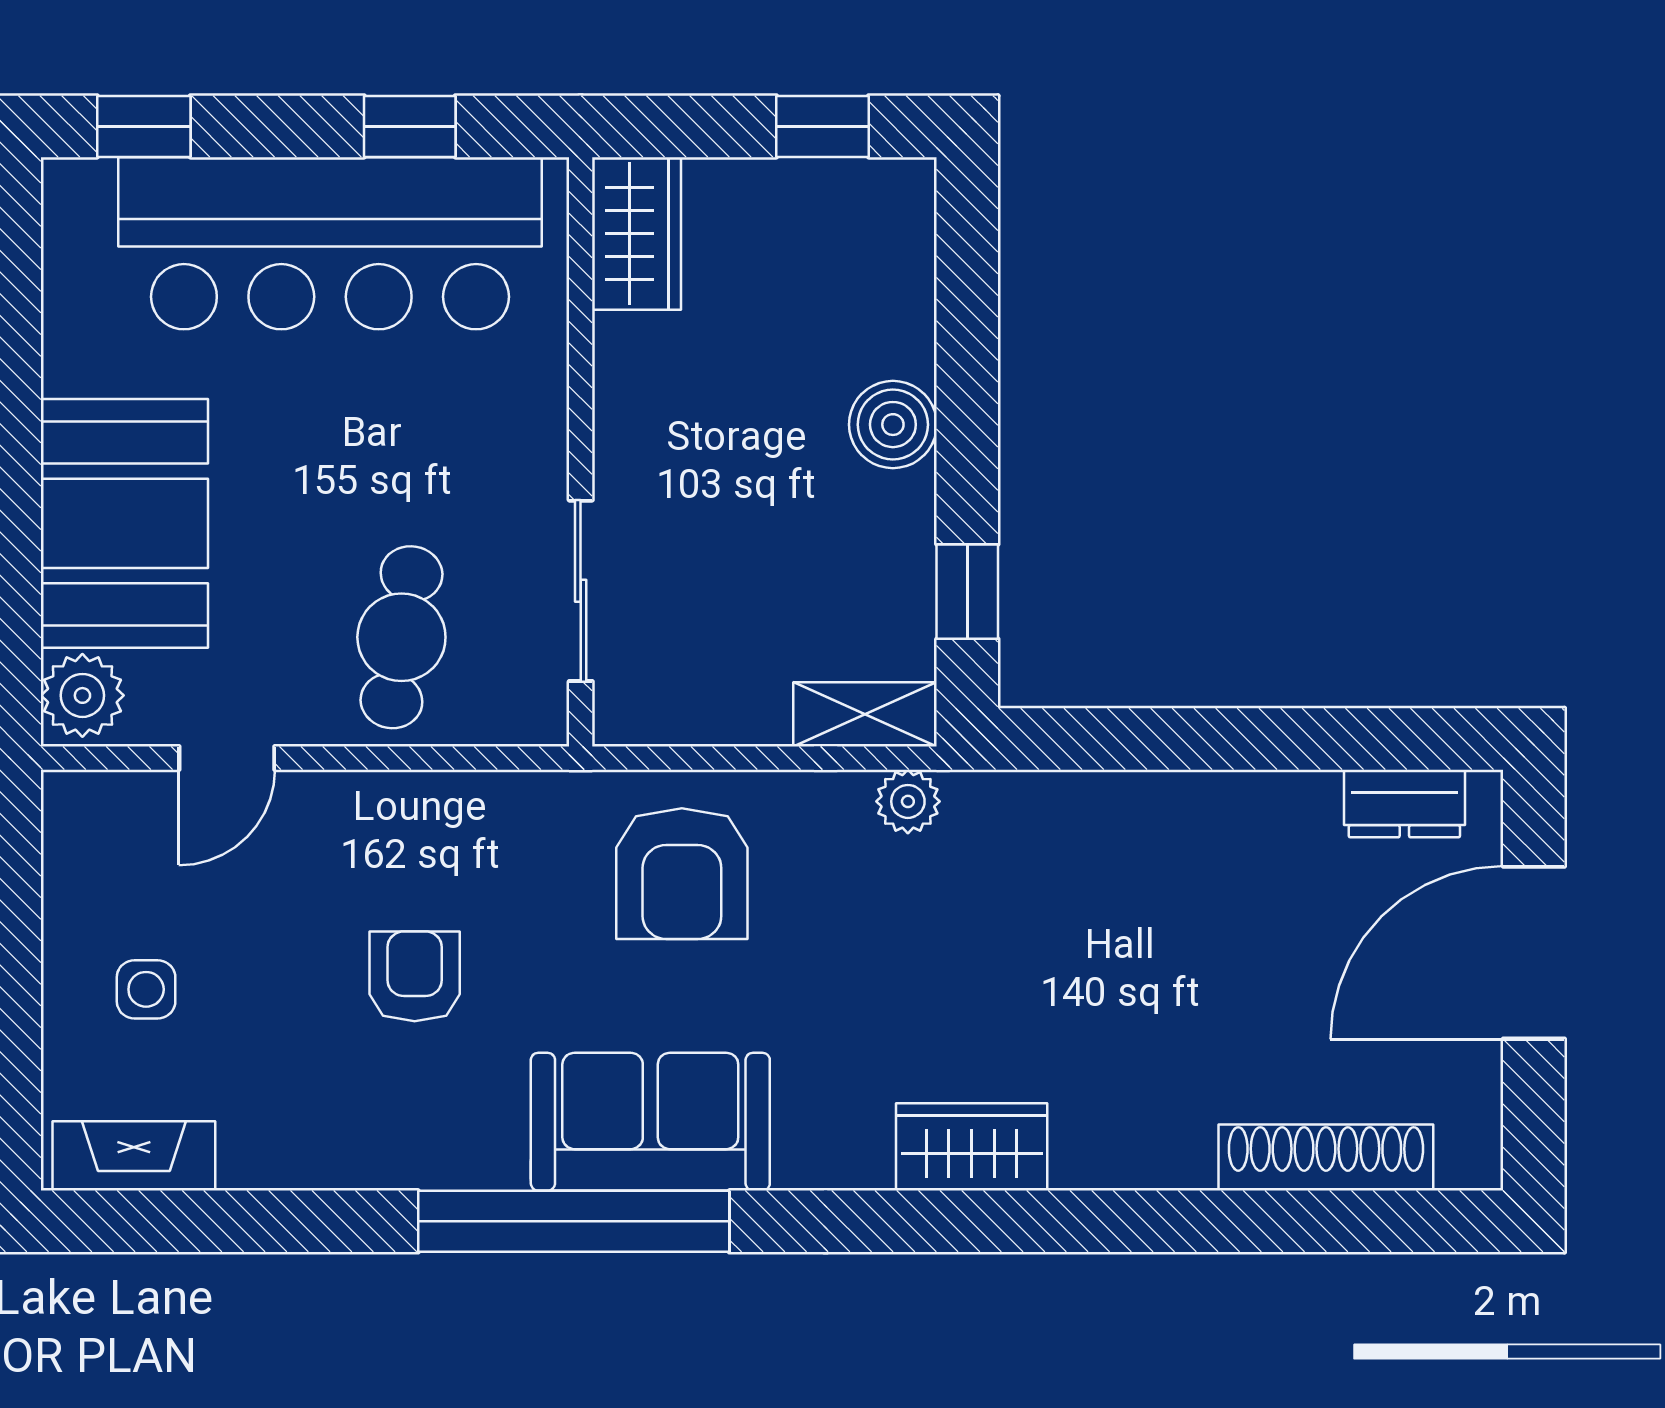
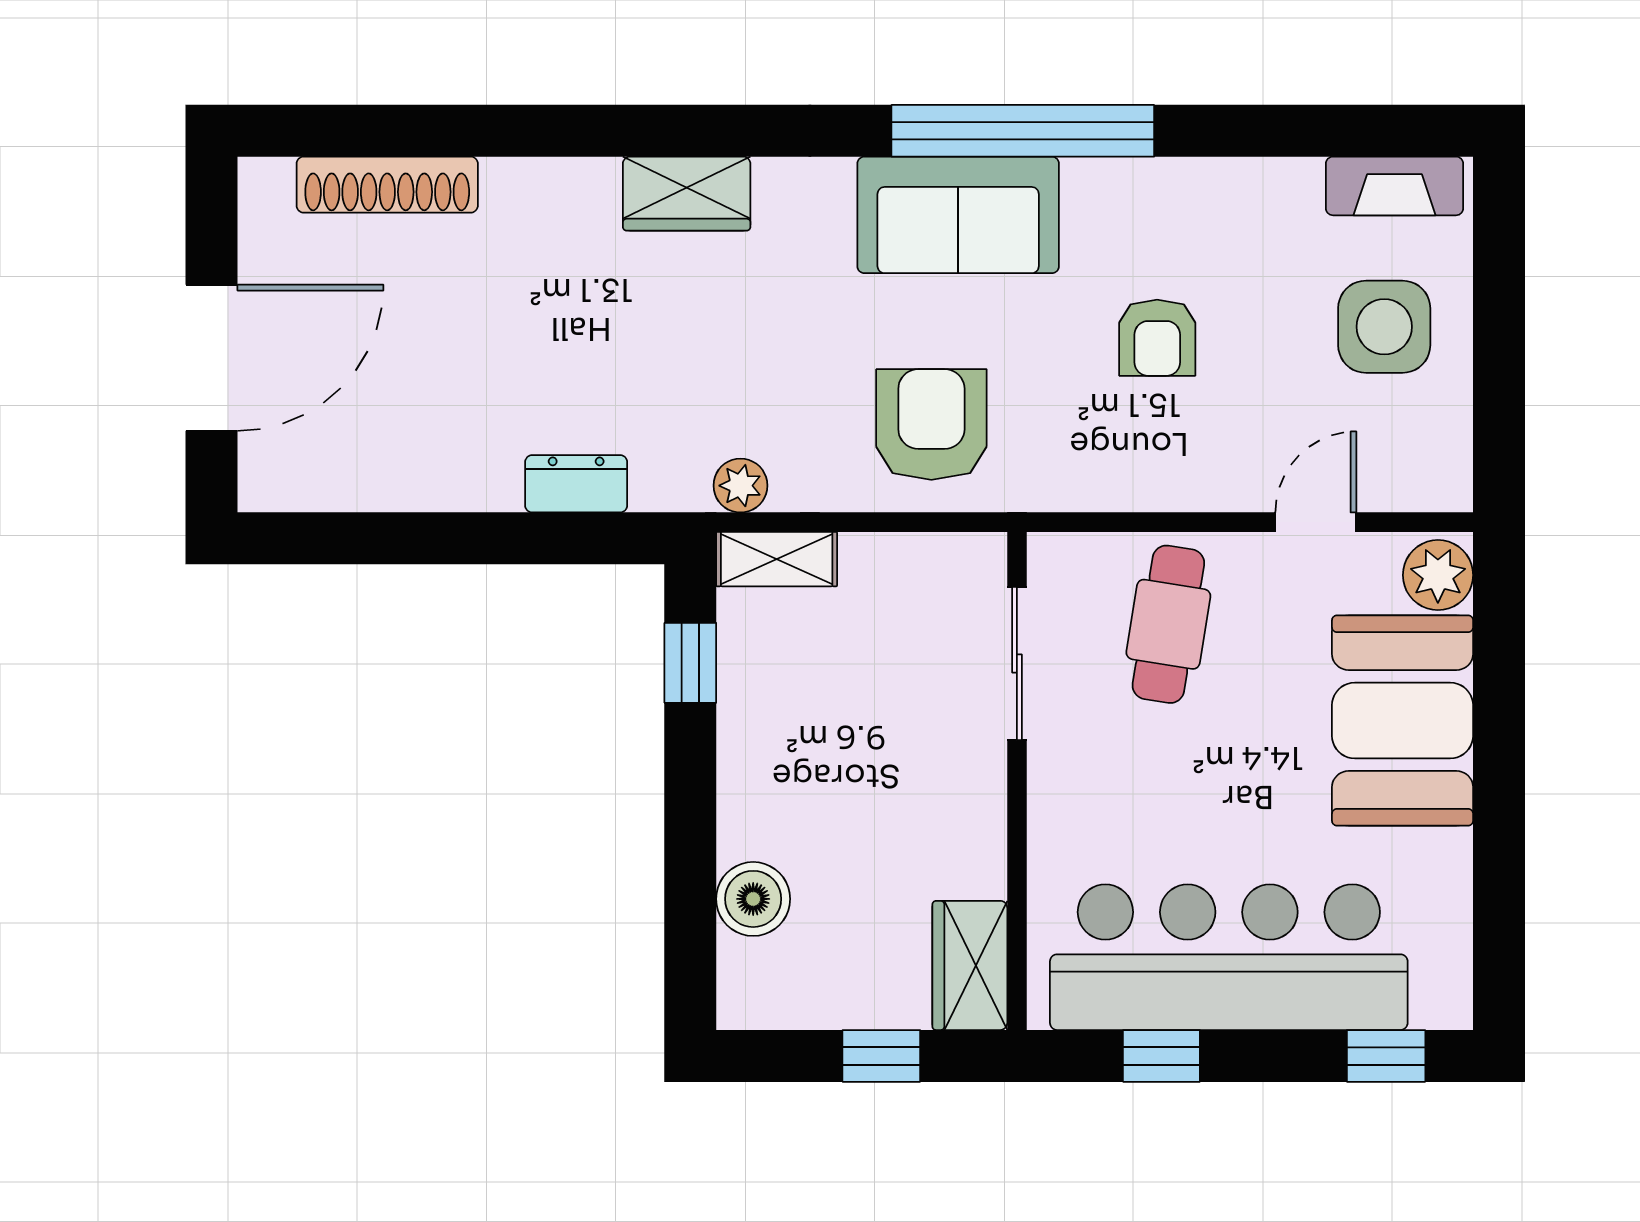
window: (822, 126) -> (881, 1056), moved
boiler: (893, 425) -> (753, 899), moved
dresser: (1404, 804) -> (576, 484), moved
side table: (146, 989) -> (1384, 327), width x1.87, depth x1.87

